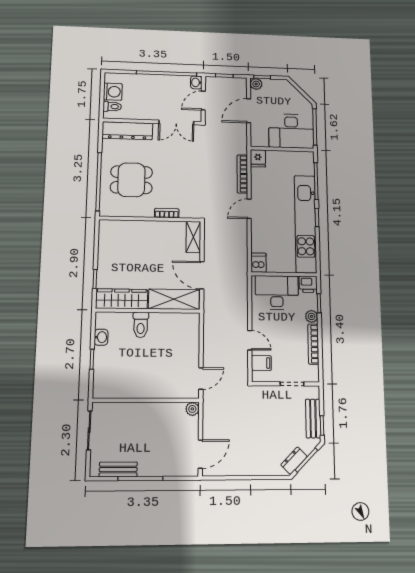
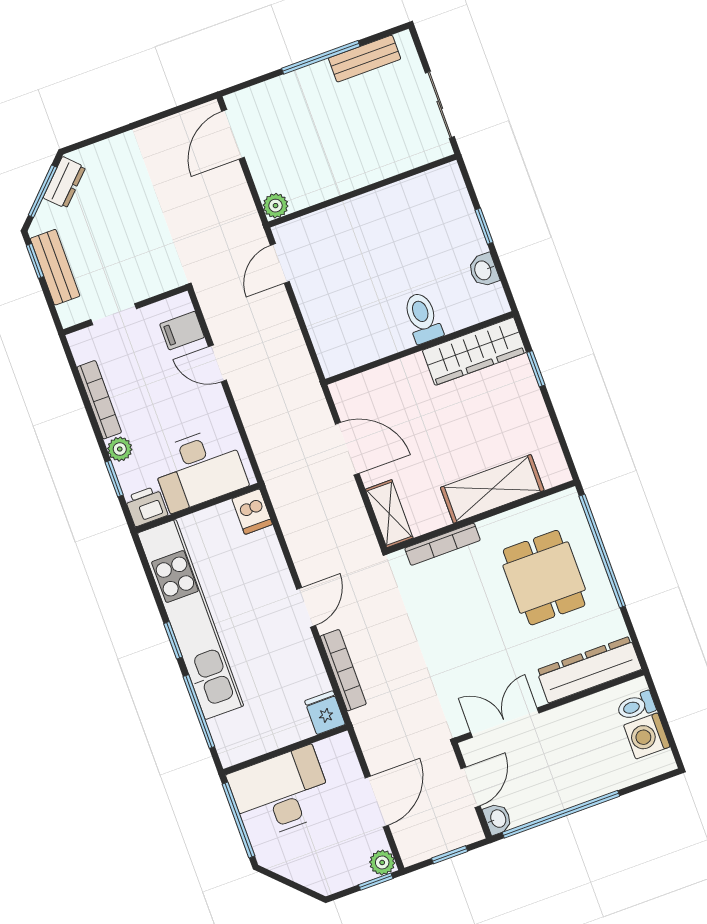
dining table: (131, 180) -> (544, 578), turned 90
bookcase: (167, 213) -> (443, 544), width x1.56
shelving: (174, 299) -> (492, 489), moved

